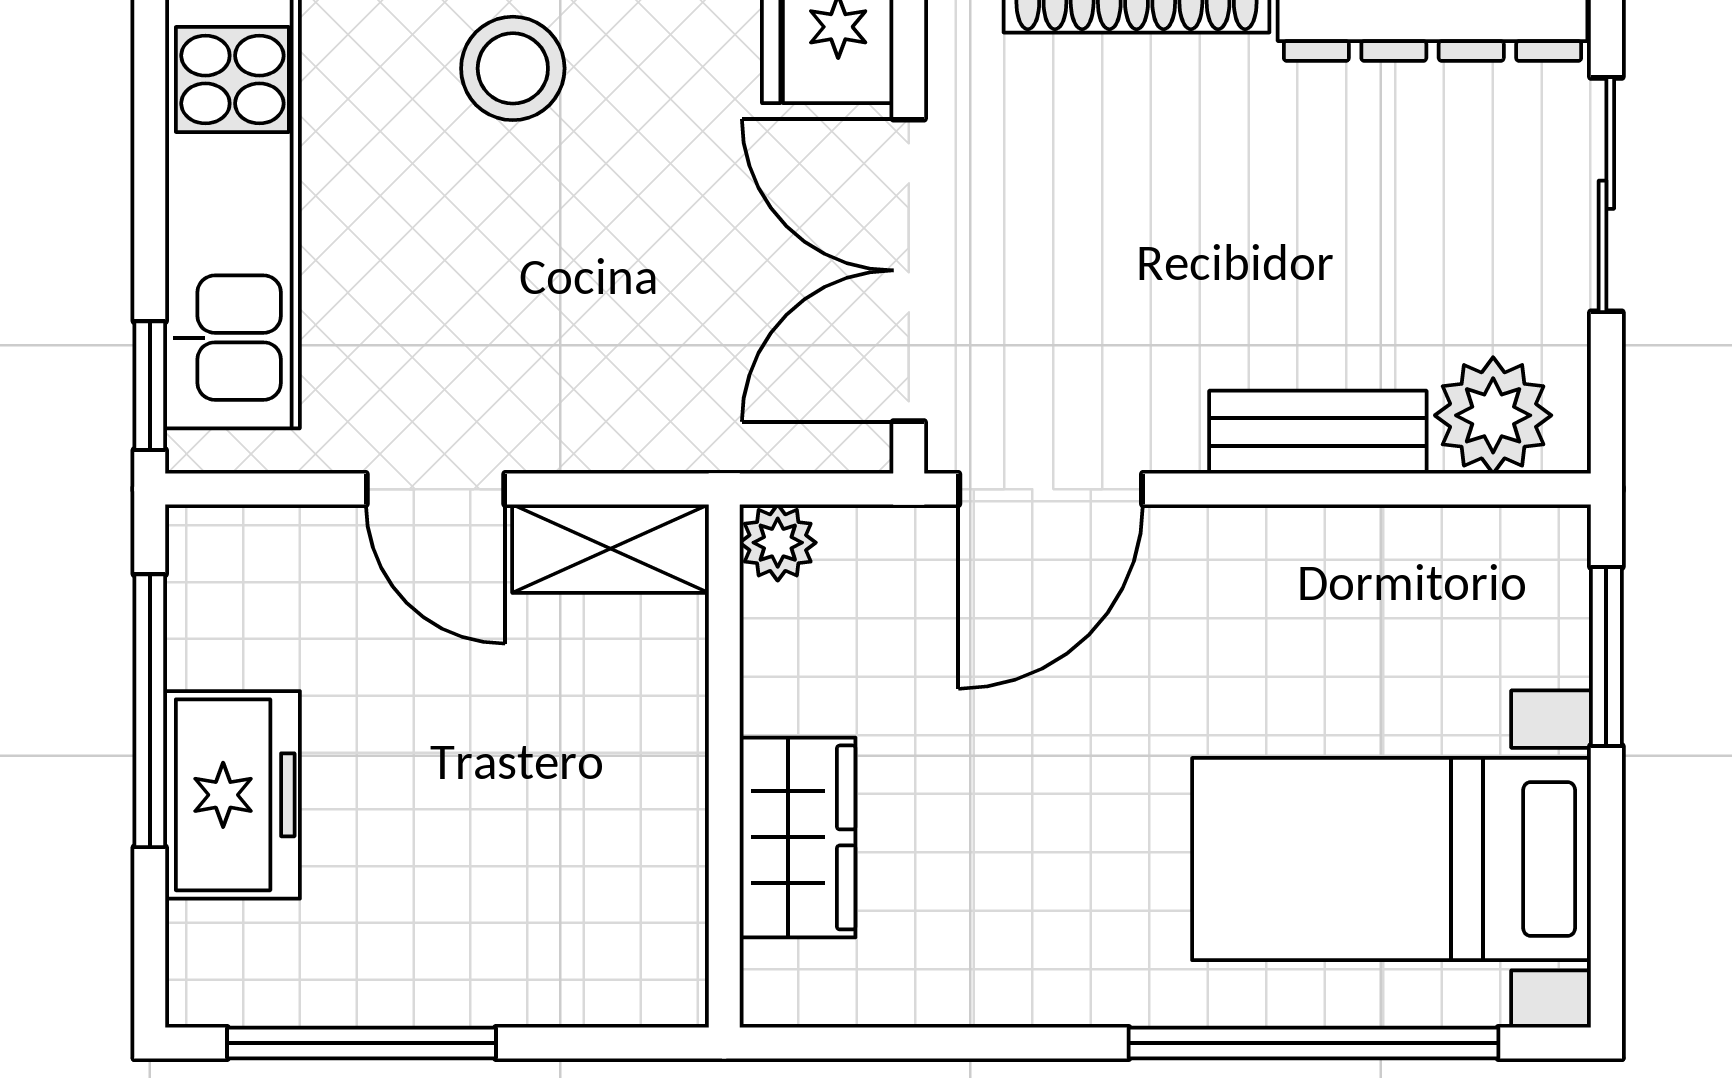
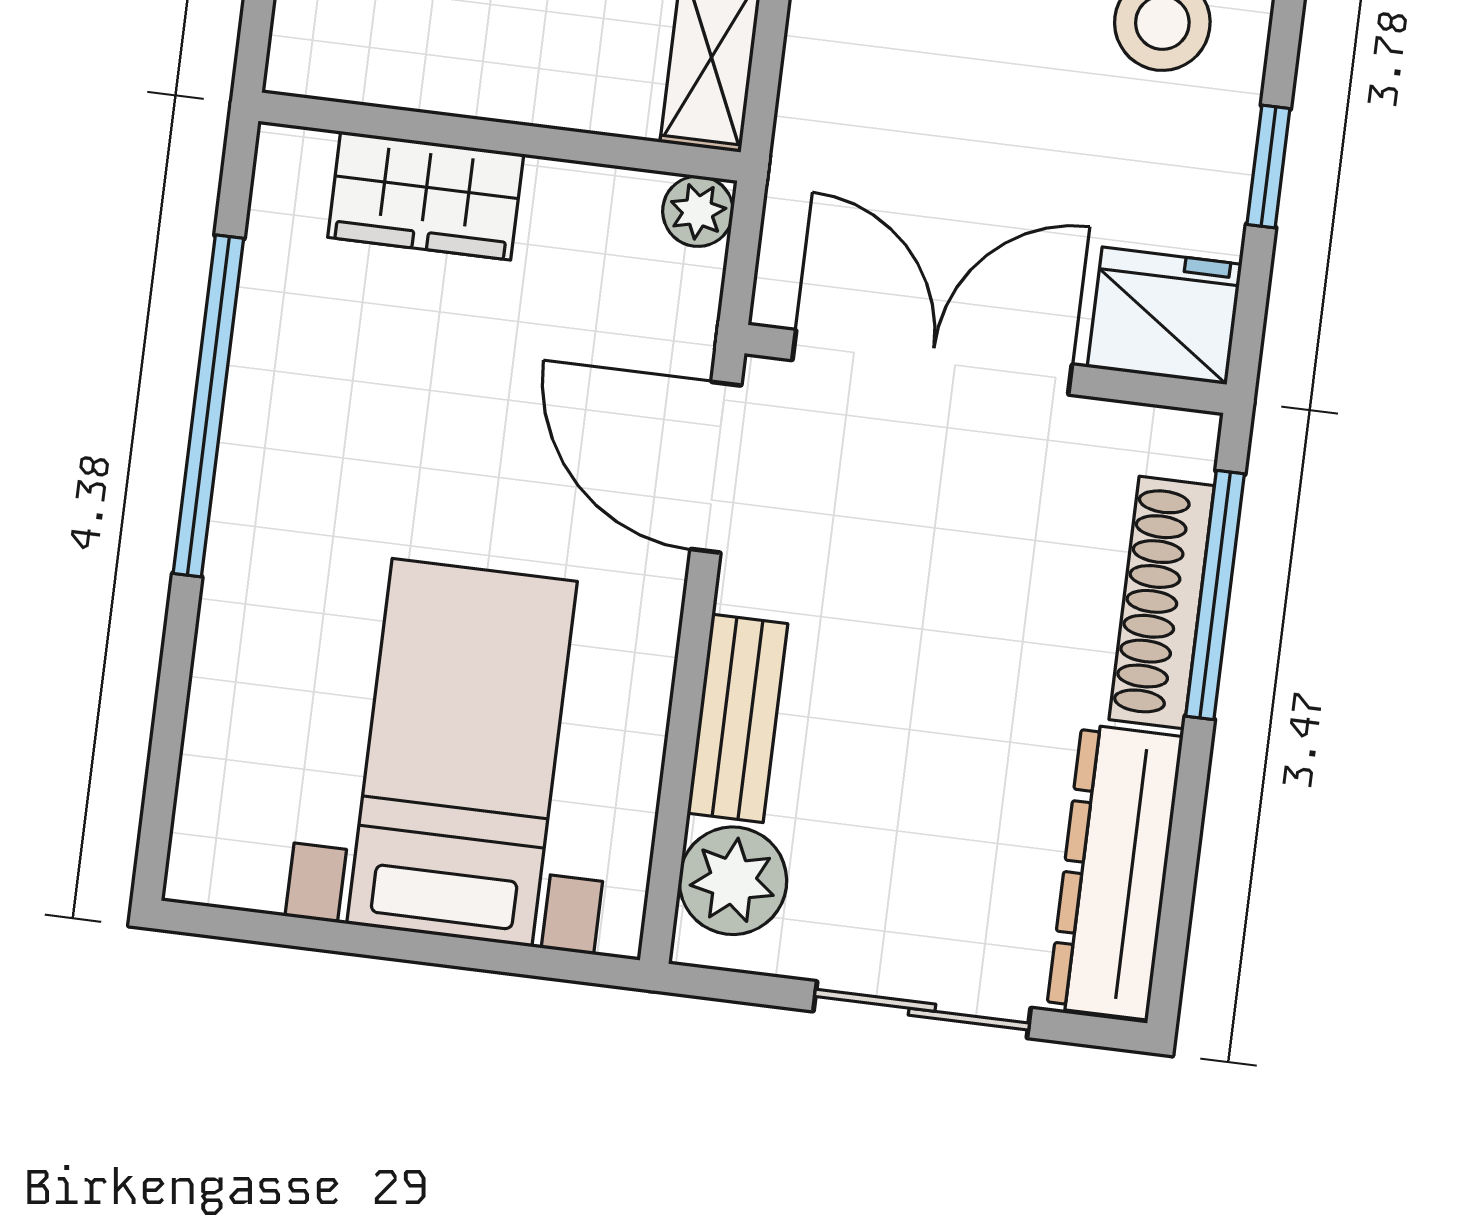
window: (1606, 656) -> (499, 957), removed
bed with nightstands: (1392, 859) -> (462, 753), moved
window: (1313, 1043) -> (208, 406), moved

